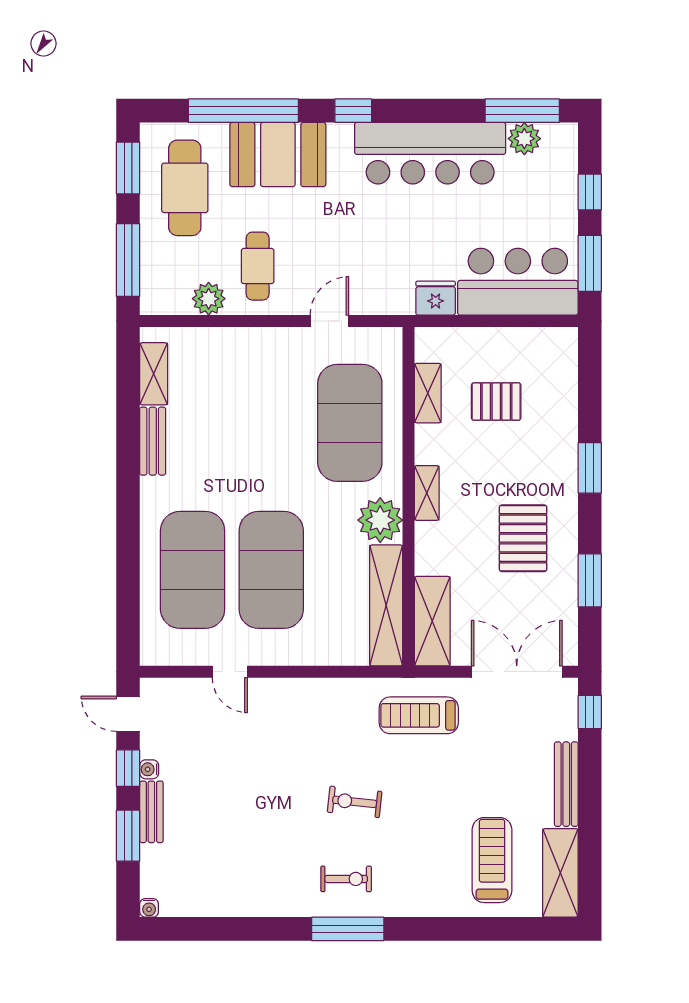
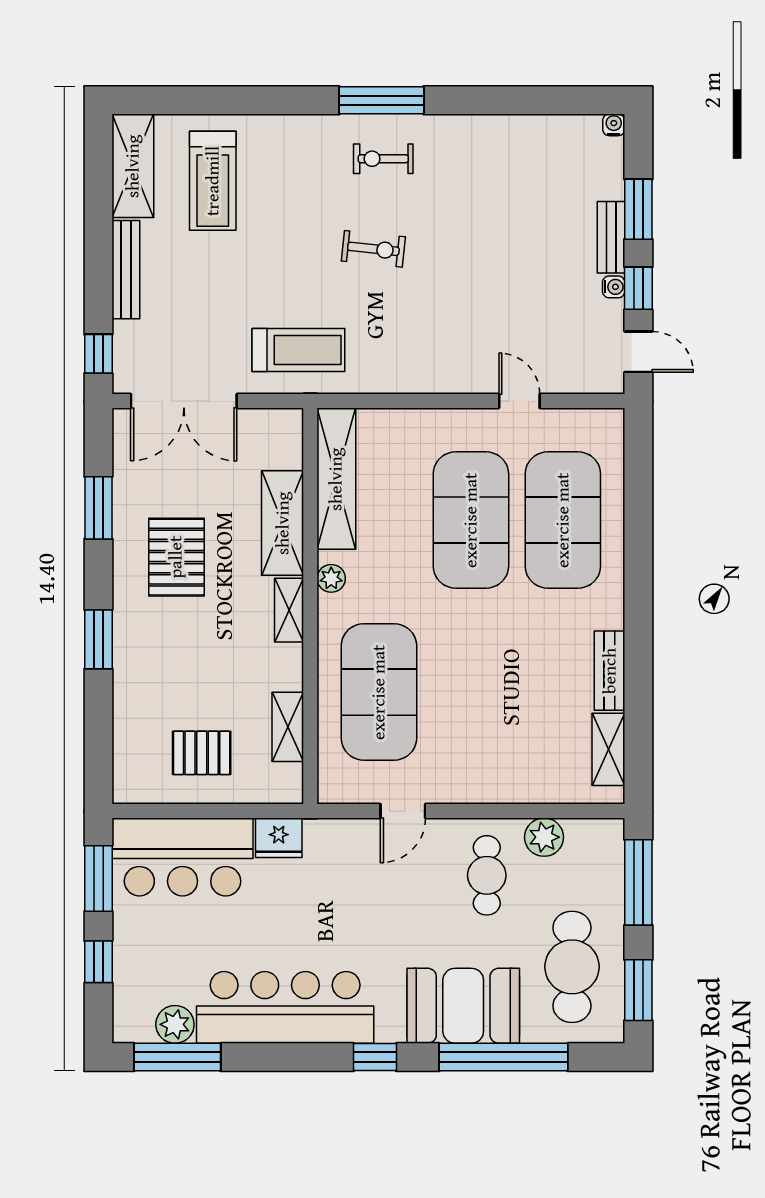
pallet: (496, 402) -> (202, 753), moved
plant: (380, 520) -> (331, 578), width x0.53, depth x0.53
shelving: (432, 621) -> (283, 523), moved

